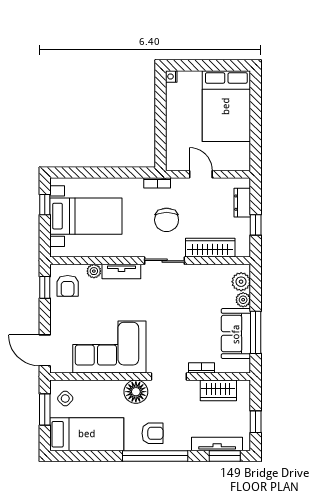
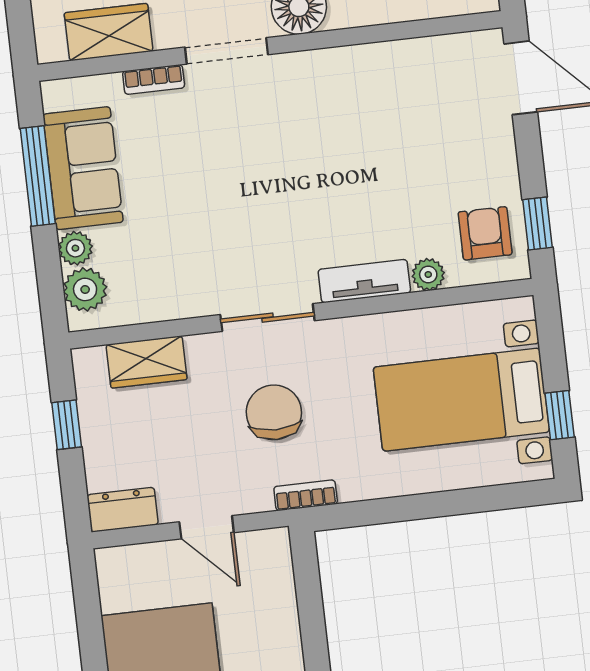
dresser: (242, 203) -> (123, 510), moved, turned -90
wardrobe: (210, 248) -> (147, 362), width x0.67
corner sofa: (109, 347) -> (372, 103), removed

